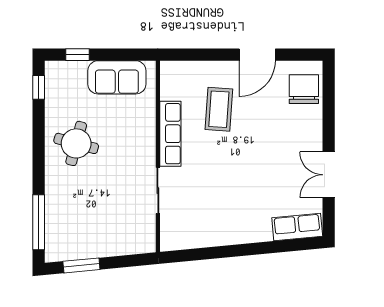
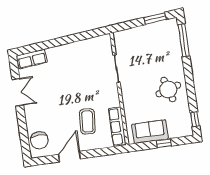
window: (77, 55) -> (164, 143), moved
row of seats: (170, 134) -> (117, 127), moved
round table: (76, 143) -> (168, 90), turned -32

